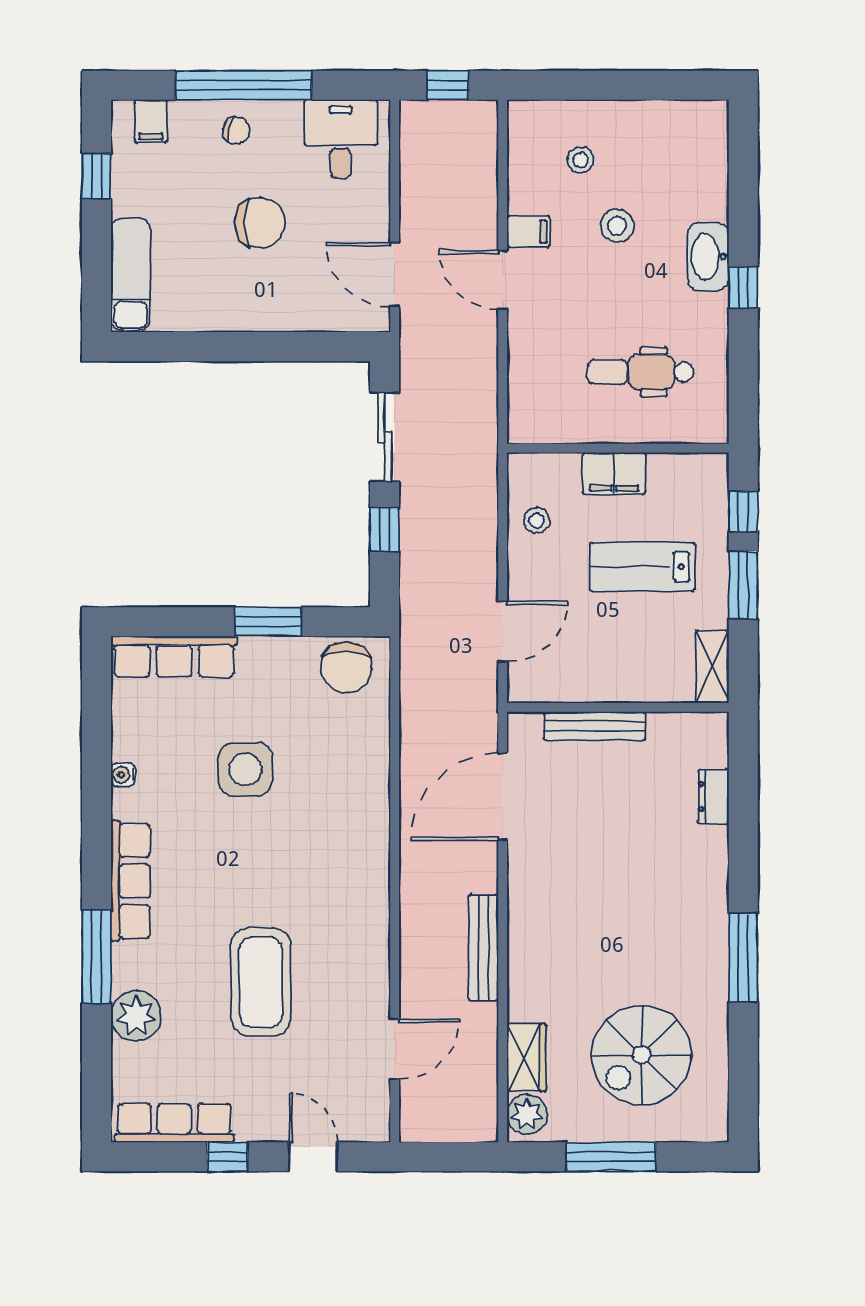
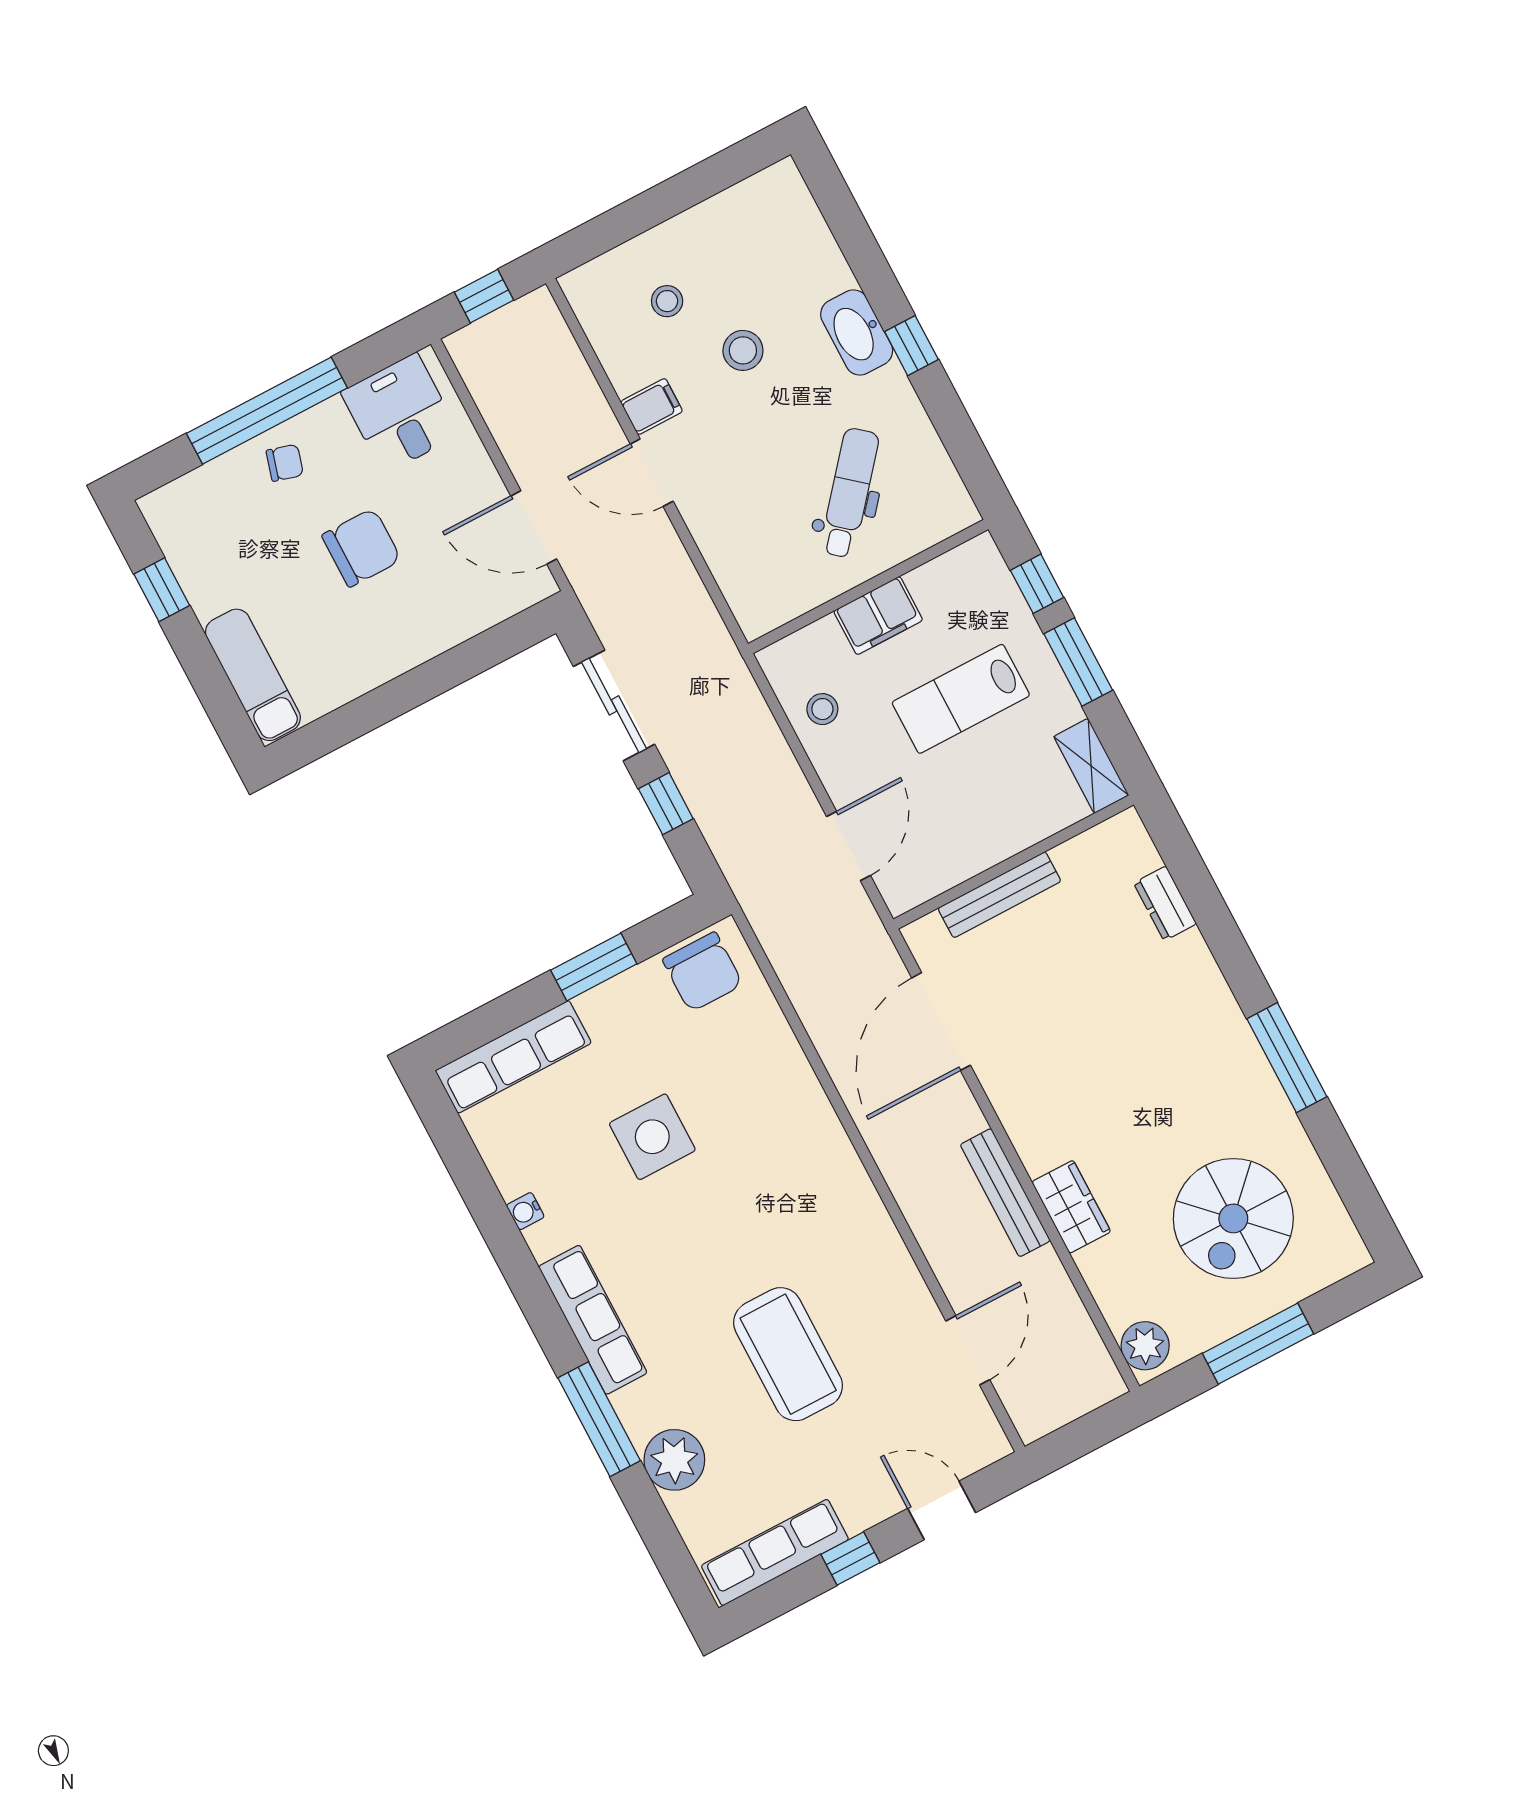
filing cabinet: (151, 121) -> (189, 501), removed
dental chair: (640, 372) -> (850, 493), turned 130
wardrobe: (527, 1058) -> (1071, 1207), moved

